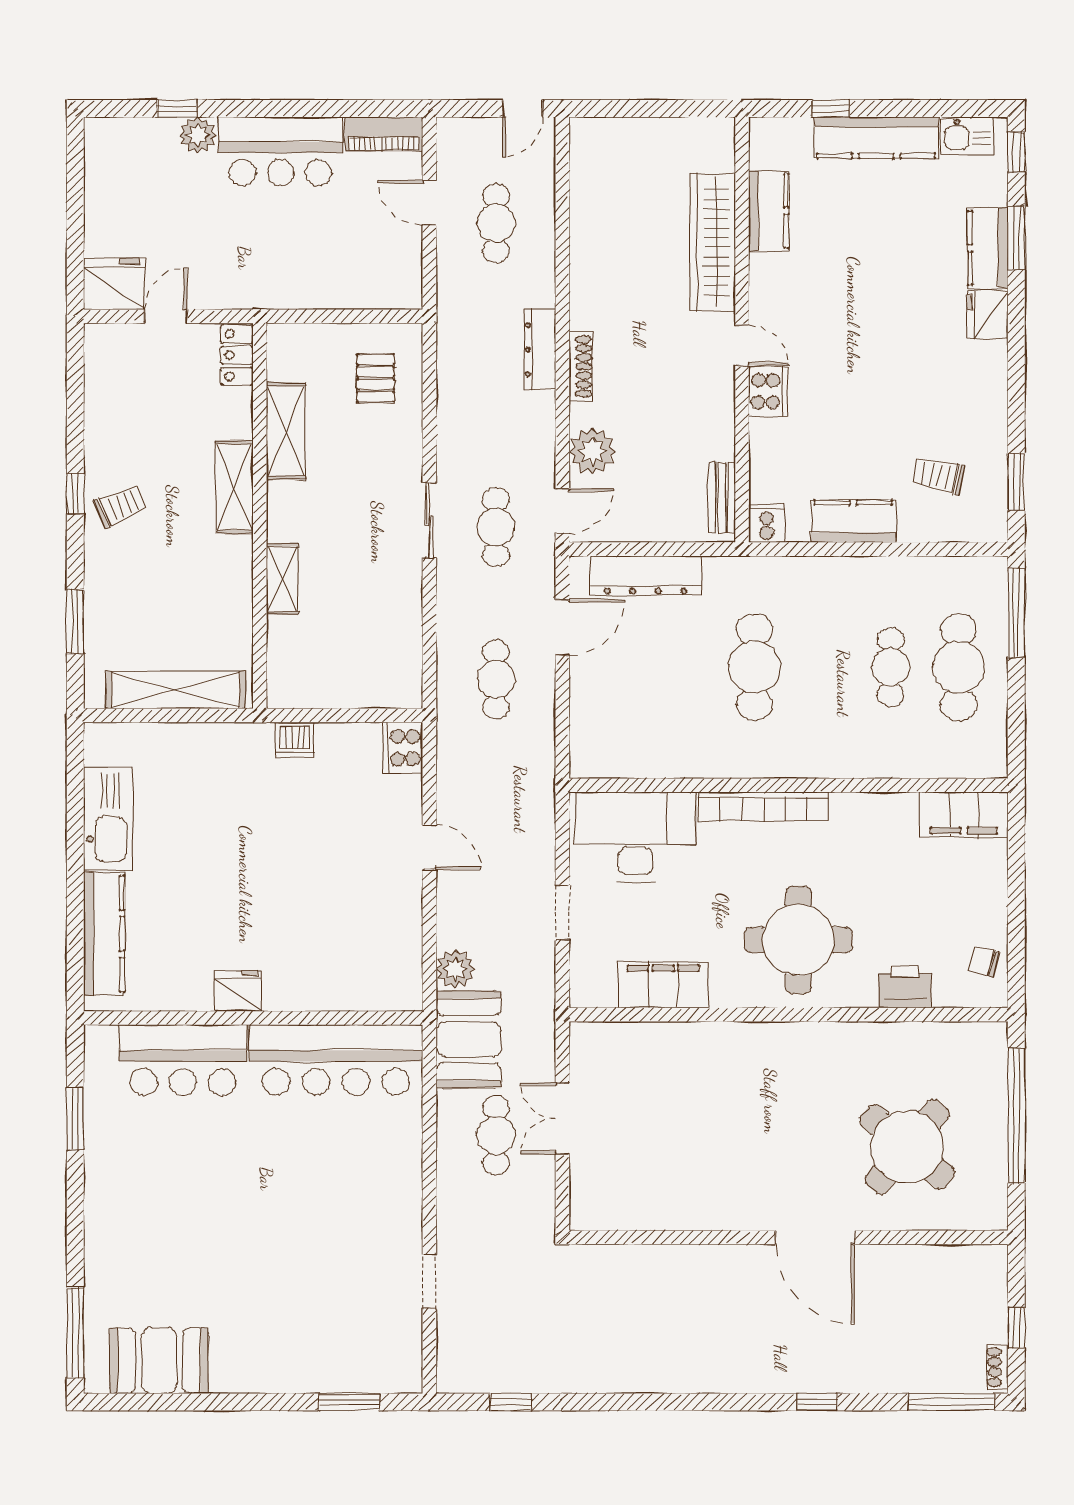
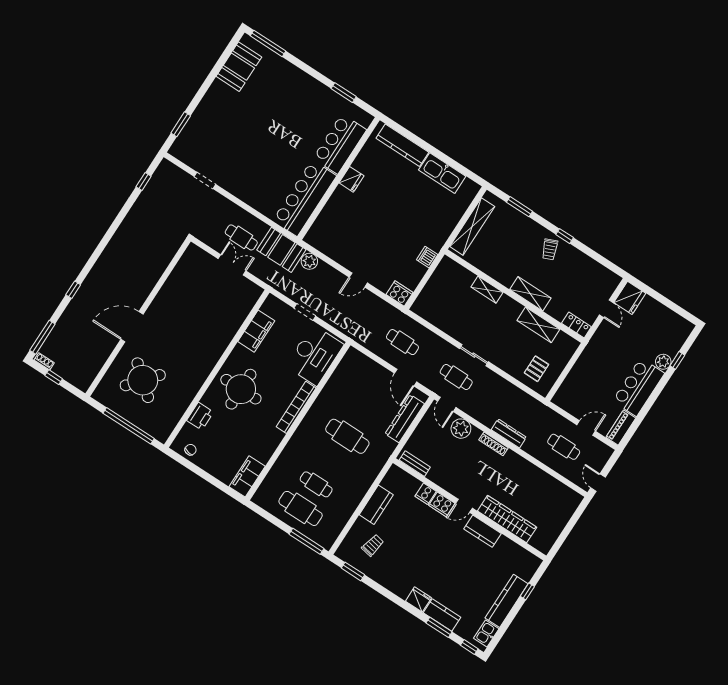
kitchen counter: (769, 211) -> (482, 531), moved
pallet: (376, 378) -> (536, 369), turned 90
cooker: (767, 523) -> (426, 494), moved, turned 90

